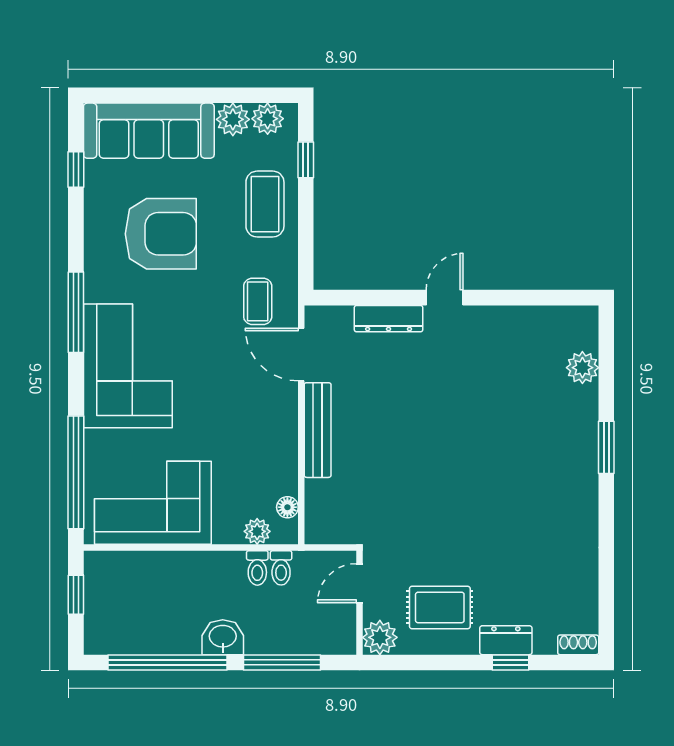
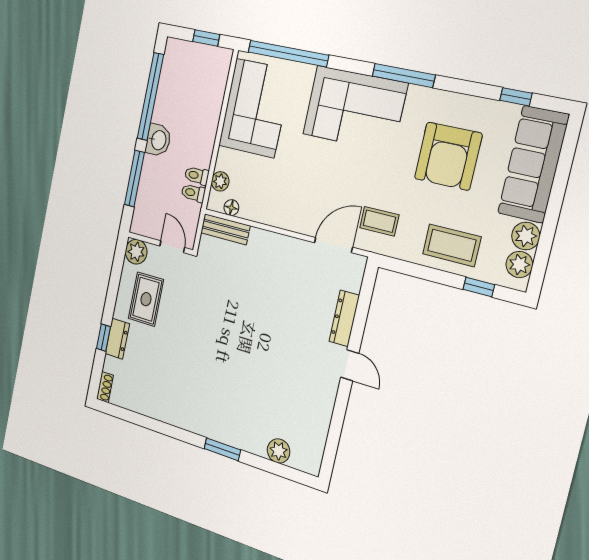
bench: (318, 430) -> (225, 229), moved, width x0.73

